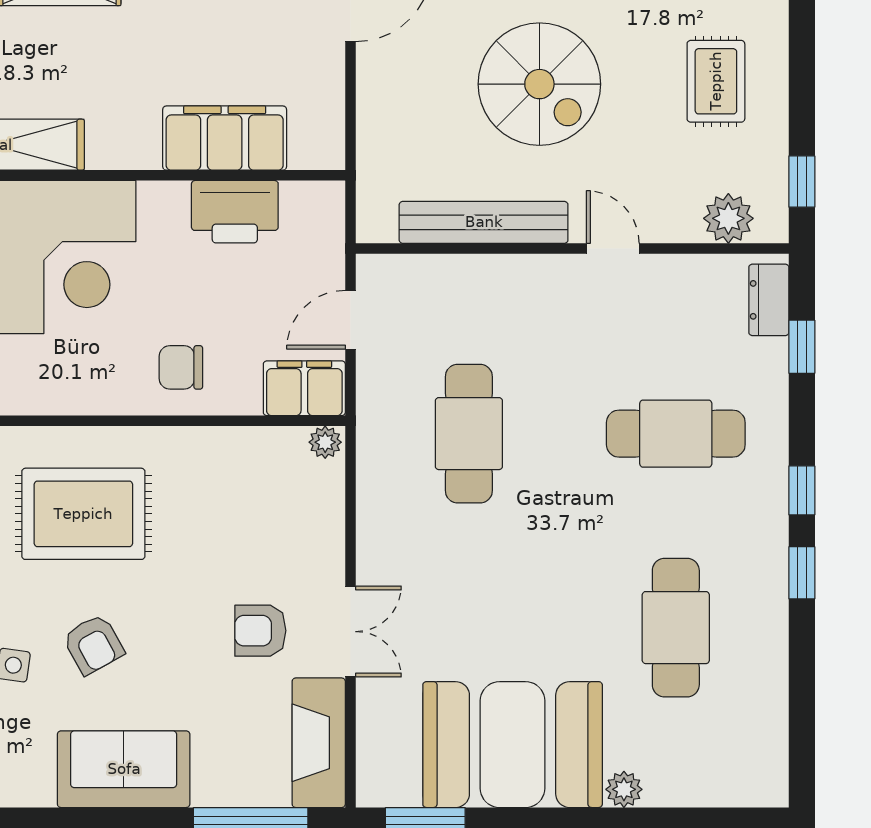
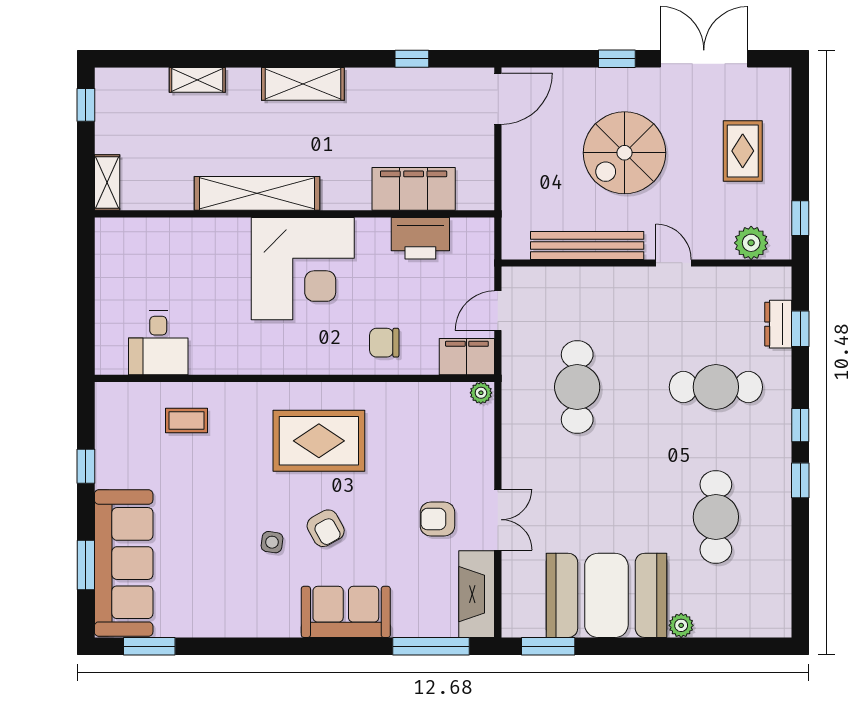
spiral stairs: (539, 84) -> (625, 153), turned 90
dresser: (769, 300) -> (778, 324), moved

